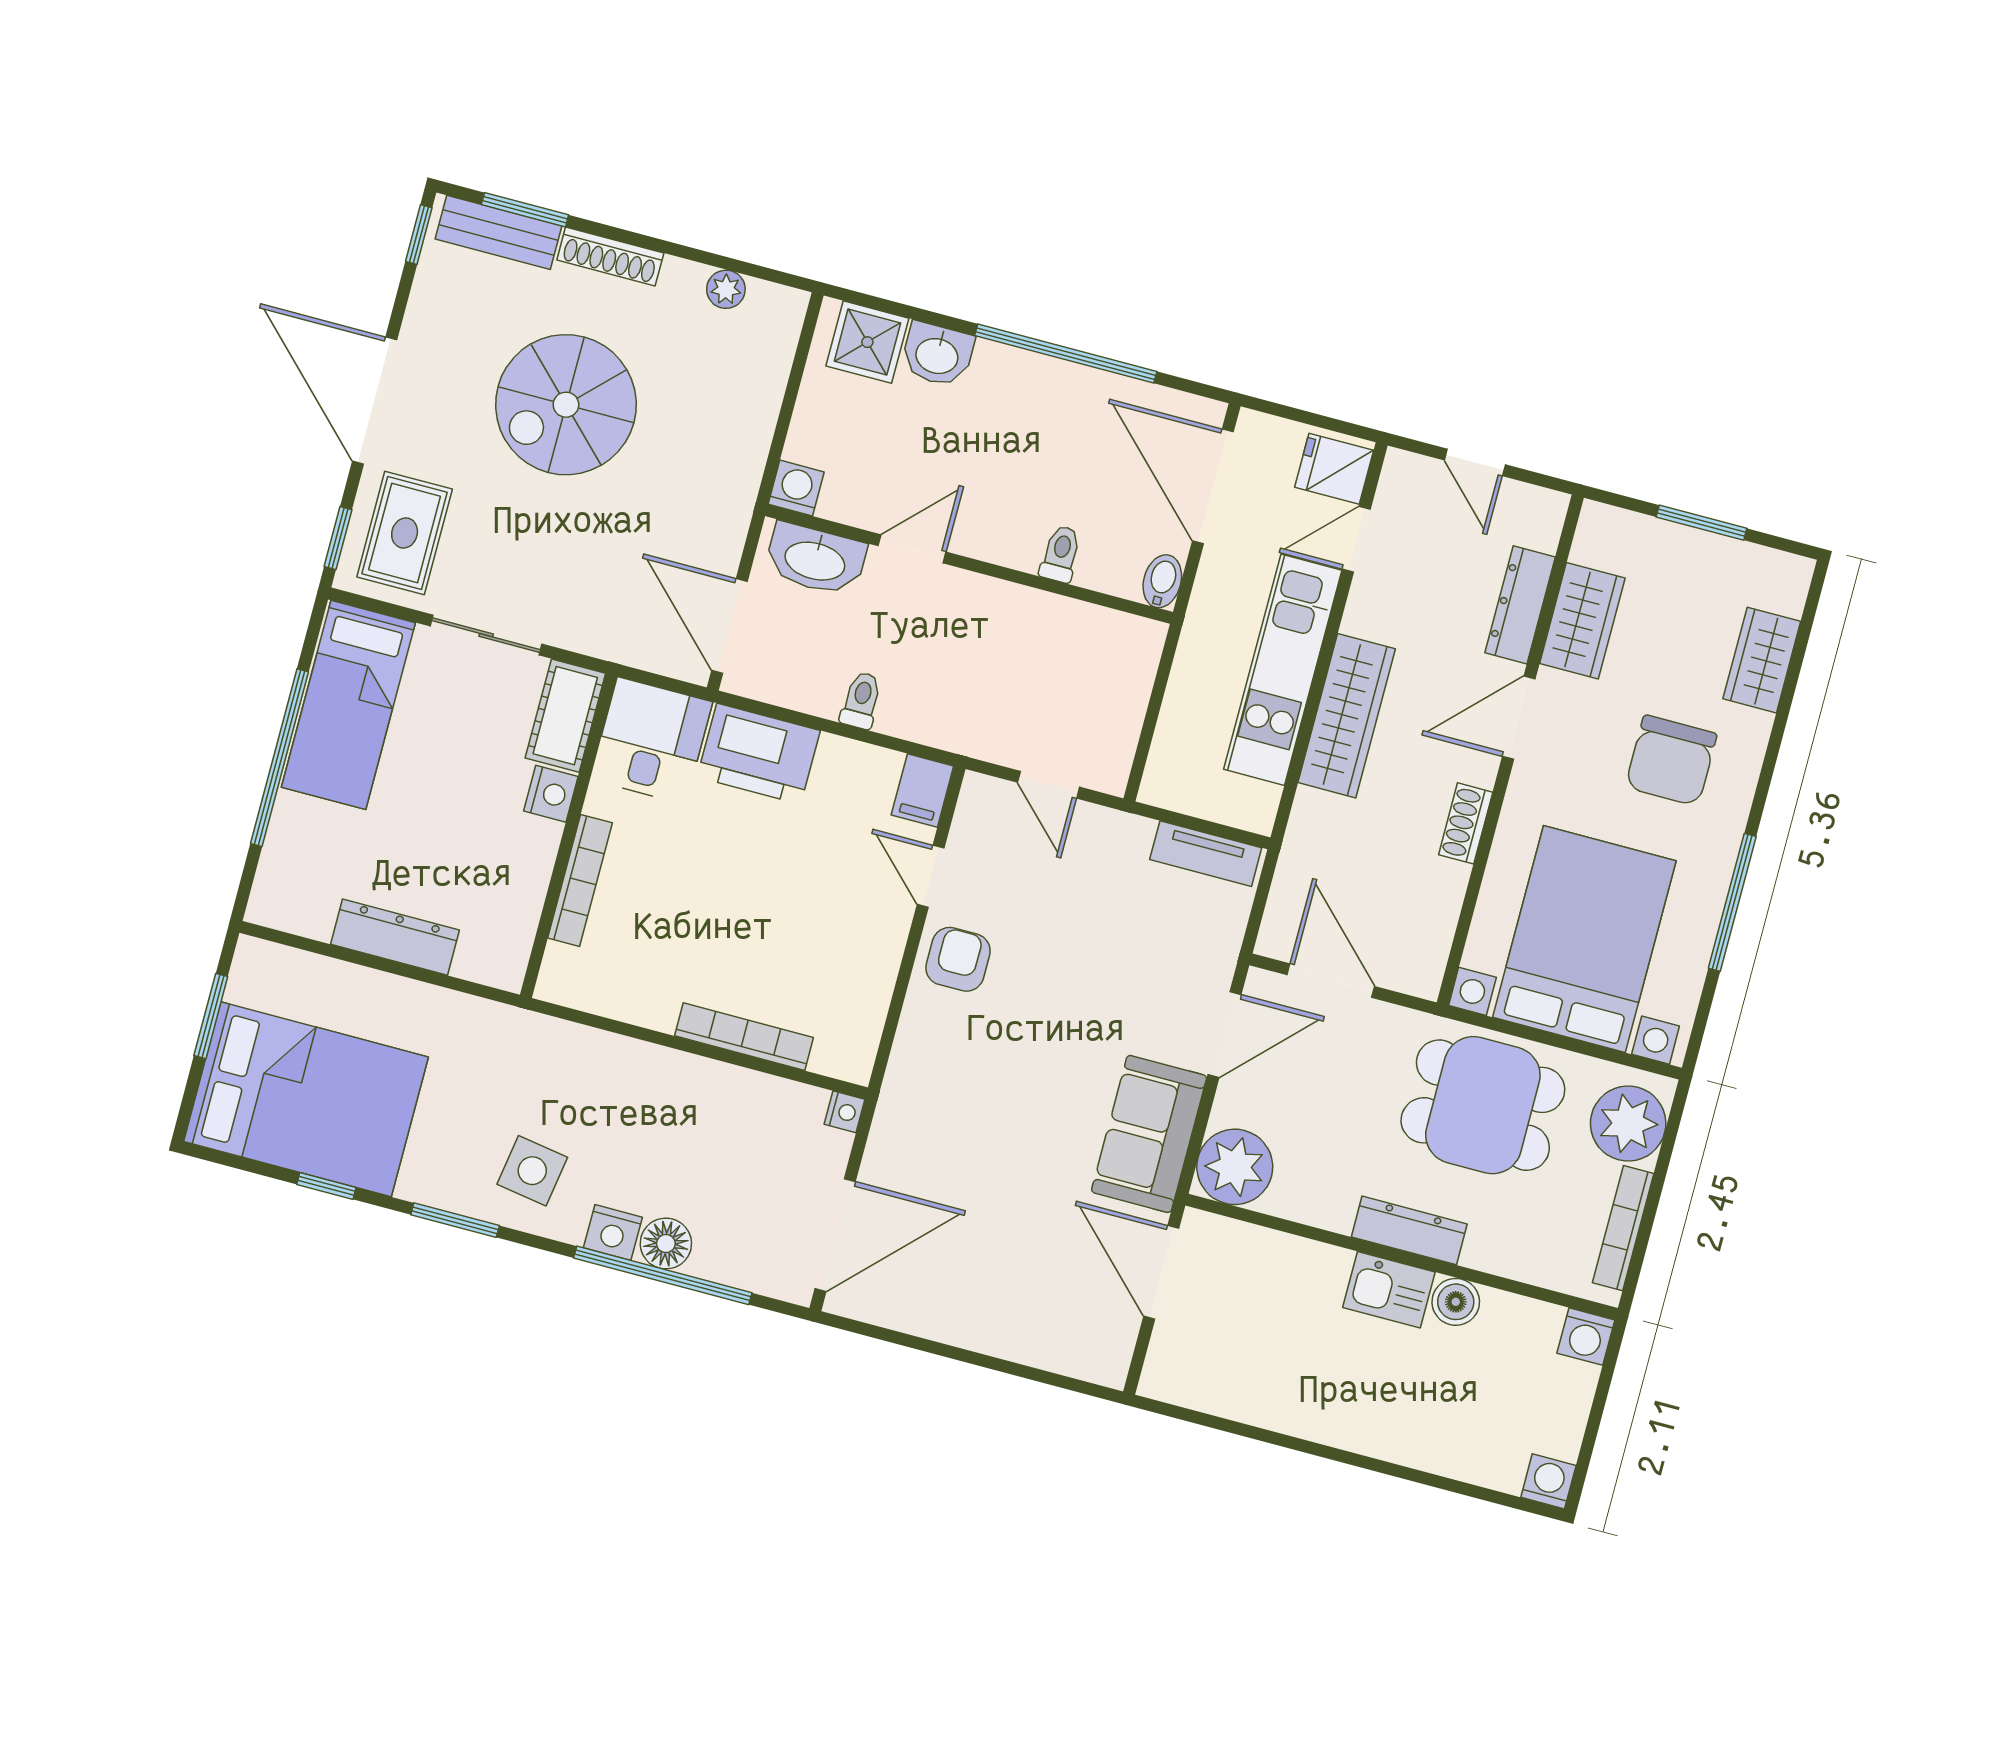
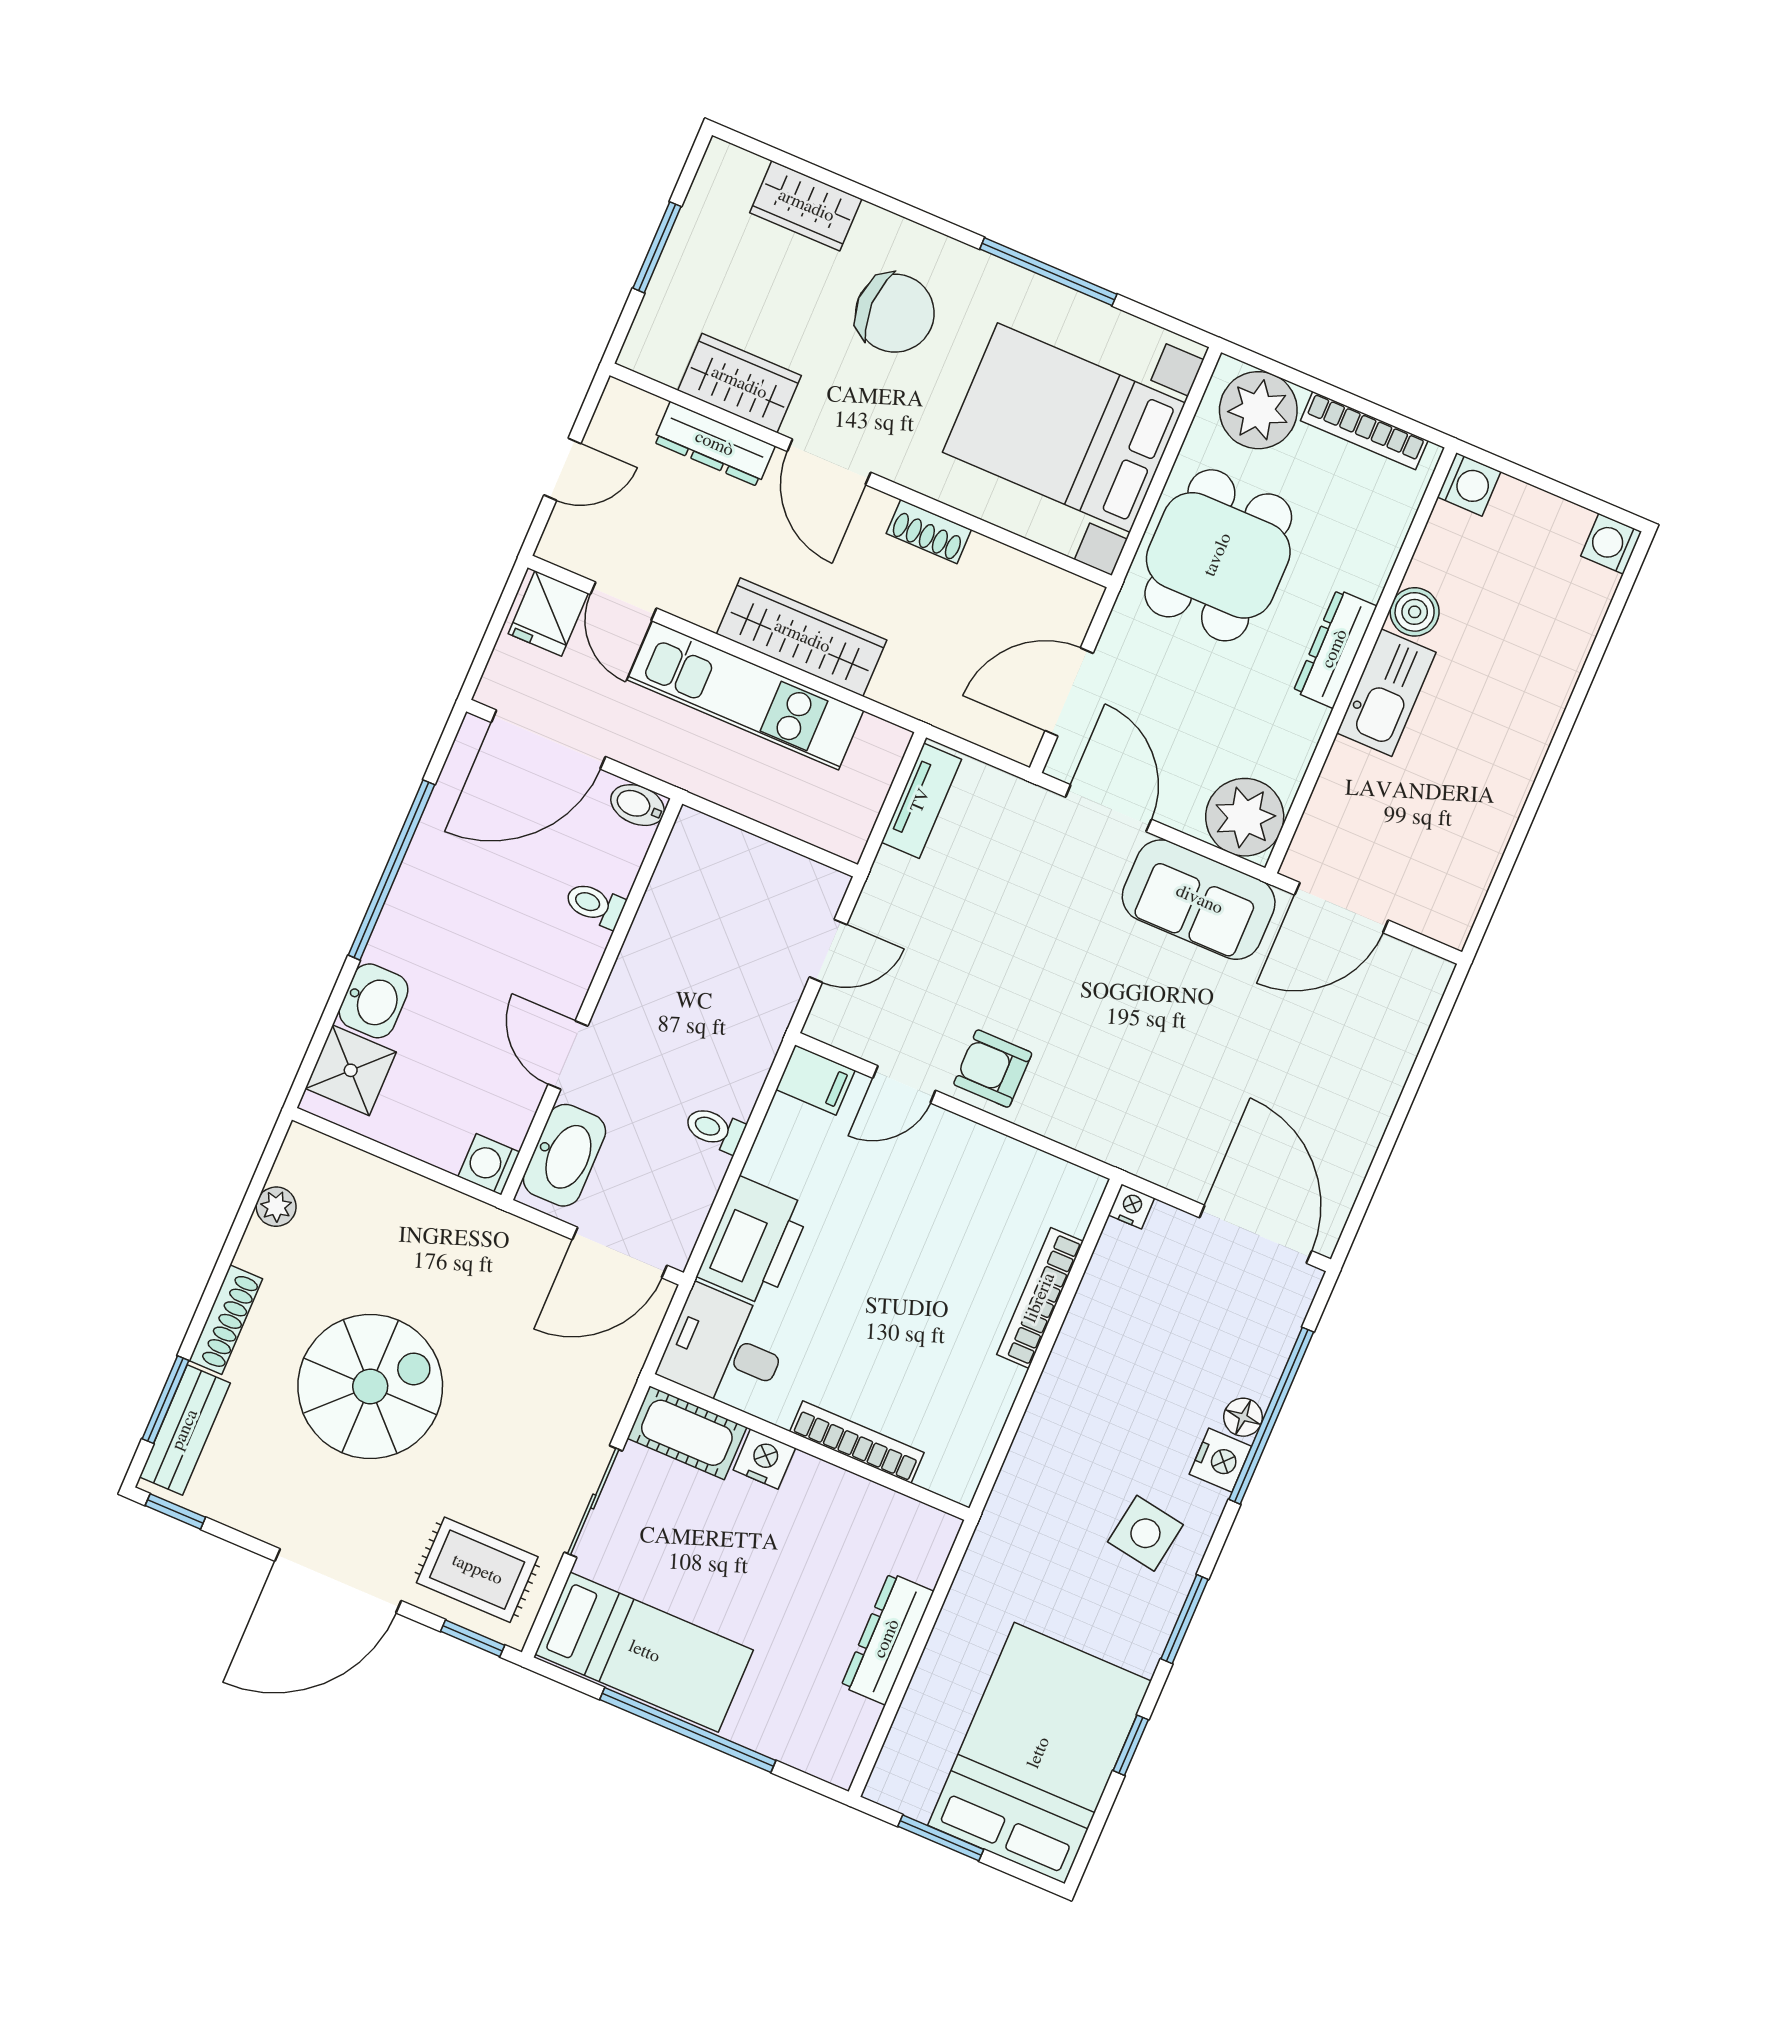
spiral stairs: (566, 405) -> (370, 1387), turned -90
floor lamp: (666, 1244) -> (1243, 1417), width x0.73, depth x0.73
kitchen sink: (1389, 1290) -> (1386, 693), width x1.38

